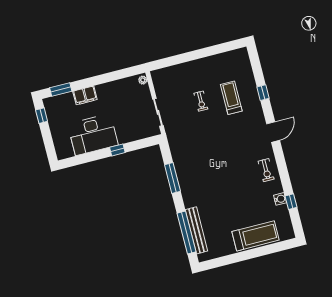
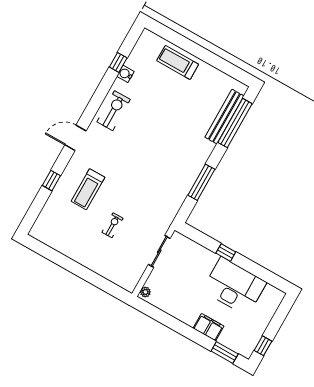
treadmill: (231, 98) -> (88, 189), moved
exercise bike: (266, 170) -> (114, 111), width x1.38, depth x1.39
treadmill: (256, 236) -> (178, 62), width x0.73, depth x0.73

